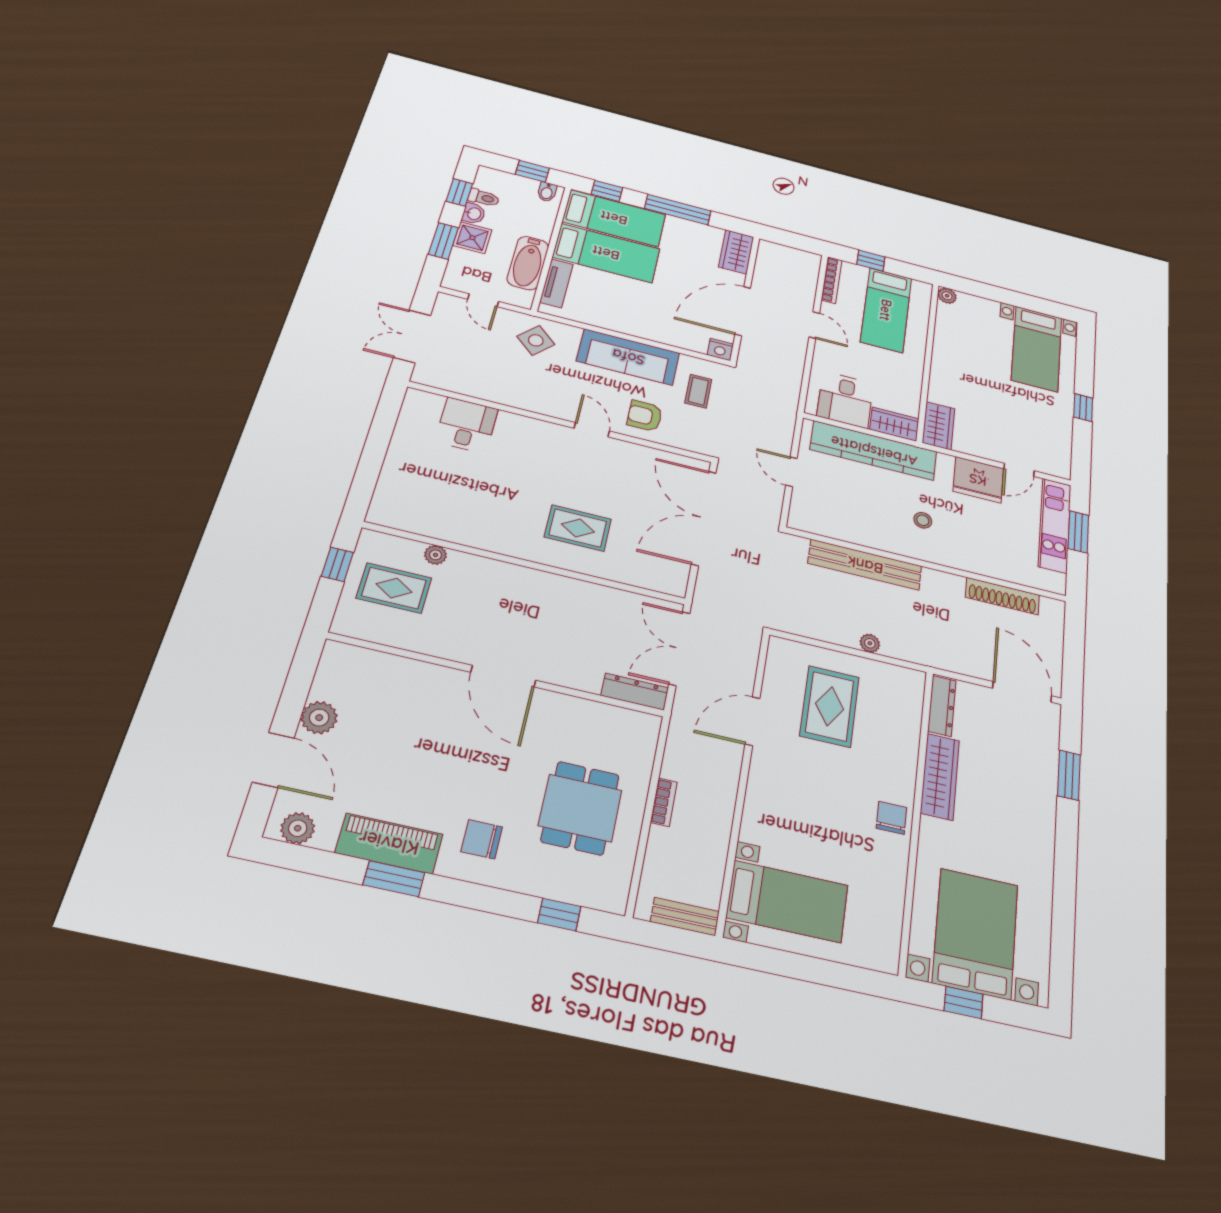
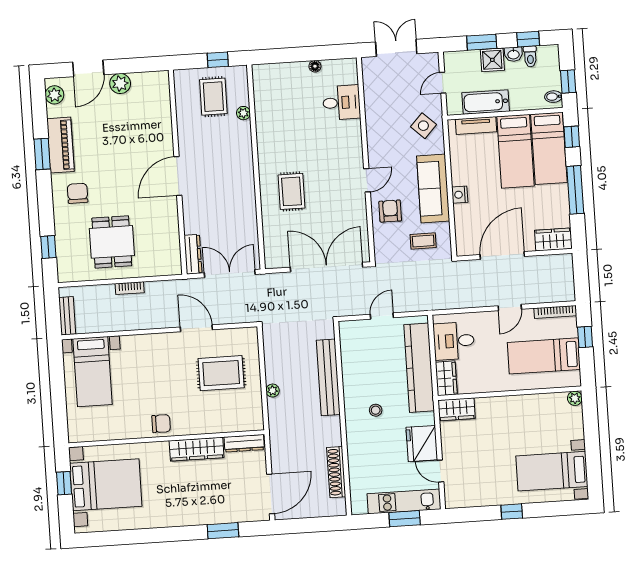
door: (743, 311) -> (502, 256), hinge flipped
nightstand: (720, 349) -> (460, 195), moved
floor lamp: (399, 441) -> (315, 66), added
dining table: (580, 808) -> (112, 242), turned 90

